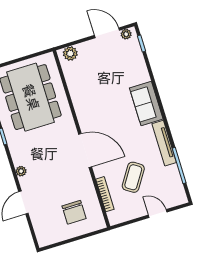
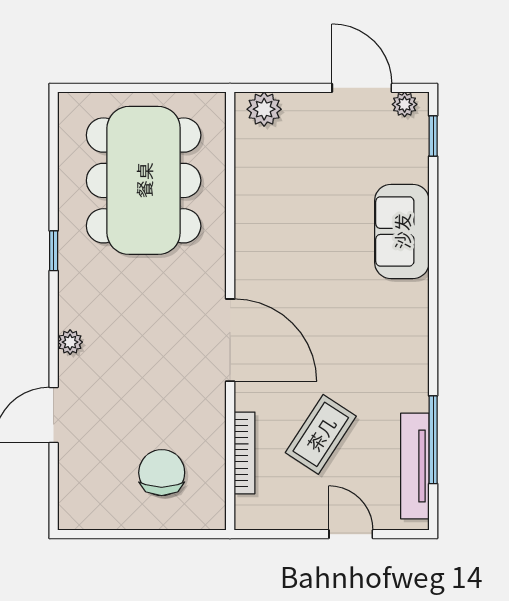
sofa: (146, 104) -> (402, 231), moved
tv unit: (164, 143) -> (415, 466), moved
chair: (74, 212) -> (162, 473), turned 180

